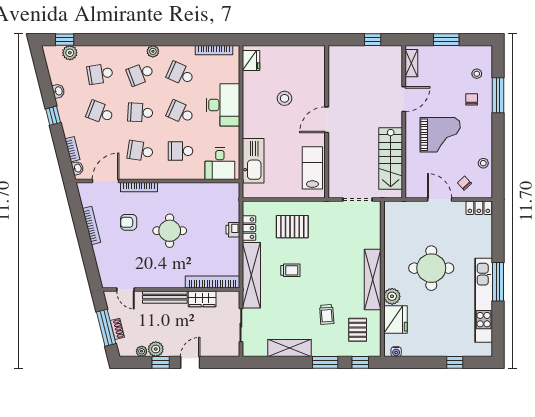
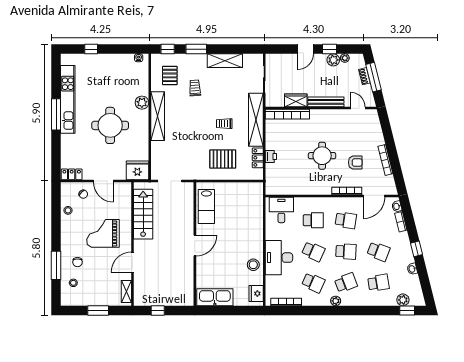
stool: (284, 98) -> (253, 265), moved
kitchen sink: (253, 161) -> (215, 297), moved, turned 90
fridge: (395, 319) -> (137, 170), moved, turned 90

